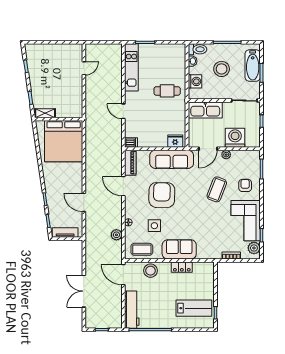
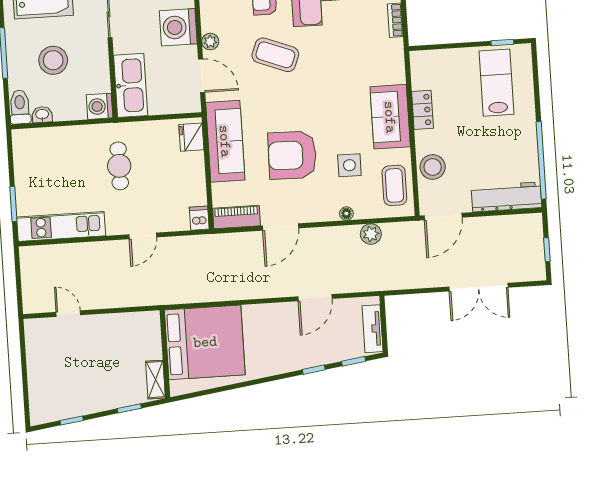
washing machine: (195, 81) -> (100, 106), moved, turned -90
cafe table: (167, 91) -> (119, 166), moved

